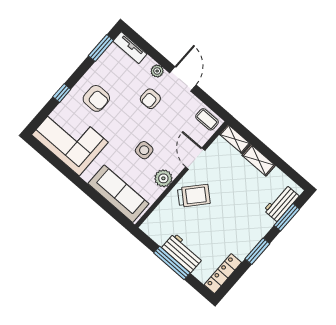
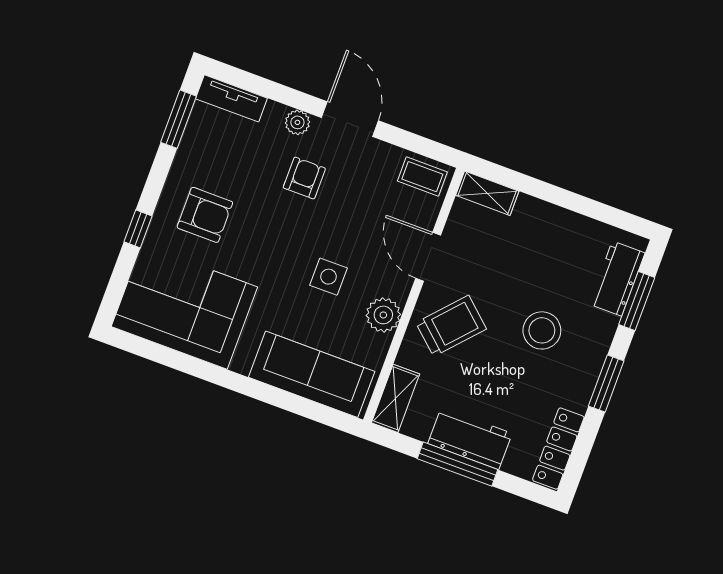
armchair: (150, 99) -> (304, 178), turned 180
shelving: (259, 160) -> (395, 398), moved, turned 90
stool: (236, 214) -> (542, 330), added

